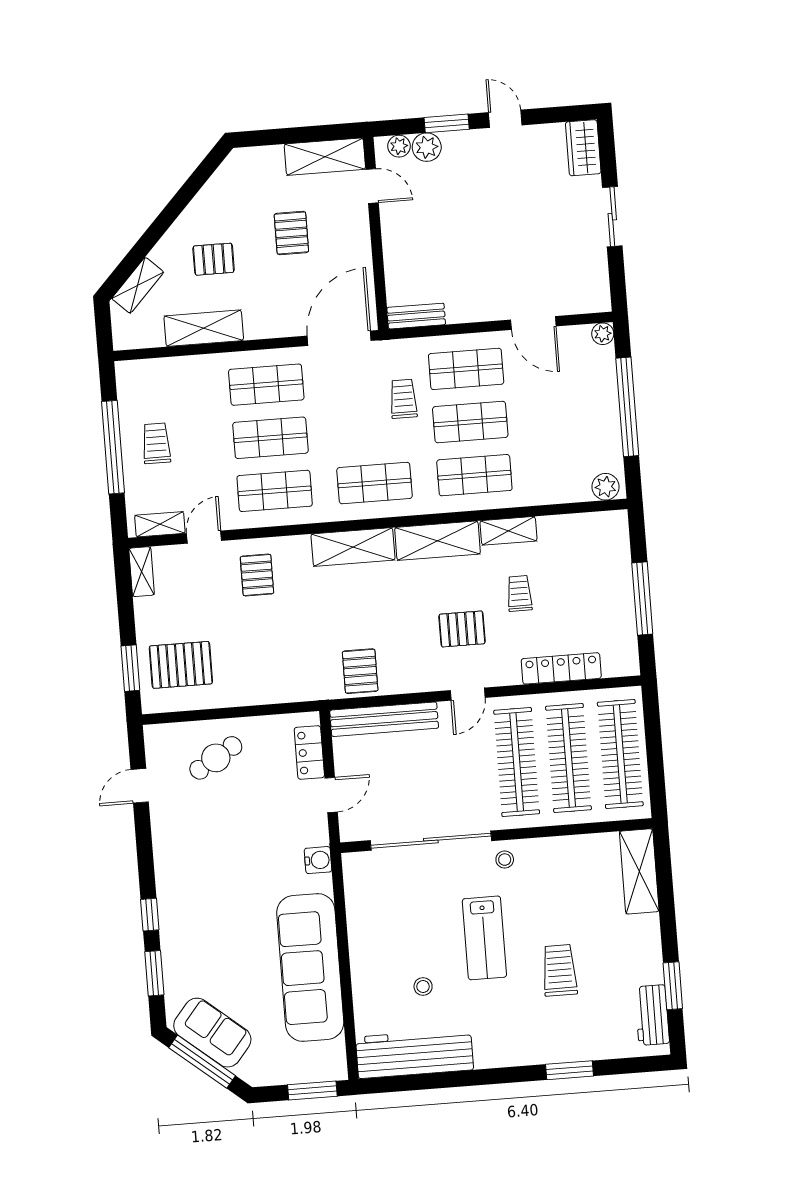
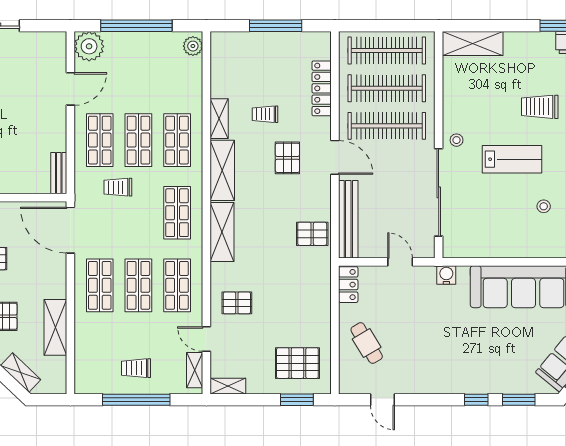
plant: (603, 334) -> (89, 46), width x1.87, depth x1.87
pallet: (181, 665) -> (297, 363), turned 90
door: (468, 694) -> (335, 157), width x1.38
locker: (309, 753) -> (348, 285), moved, turned -90

